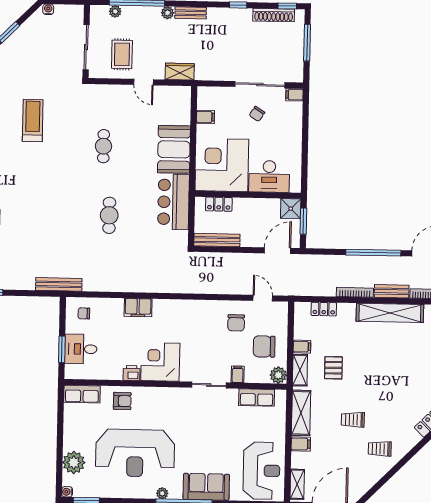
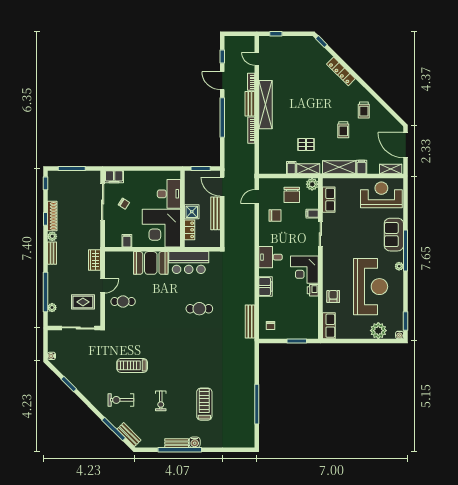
plant: (167, 13) -> (52, 236), moved
shoe rack: (274, 15) -> (52, 216), moved
filing cabinet: (295, 95) -> (114, 177), width x2.00
cafe table: (104, 146) -> (123, 302), moved
shower: (291, 209) -> (192, 212), moved
bench: (217, 240) -> (216, 213), moved
bench: (59, 284) -> (250, 321), moved
locker: (324, 309) -> (264, 152), removed
desk: (81, 349) -> (270, 257), moved, turned 90

